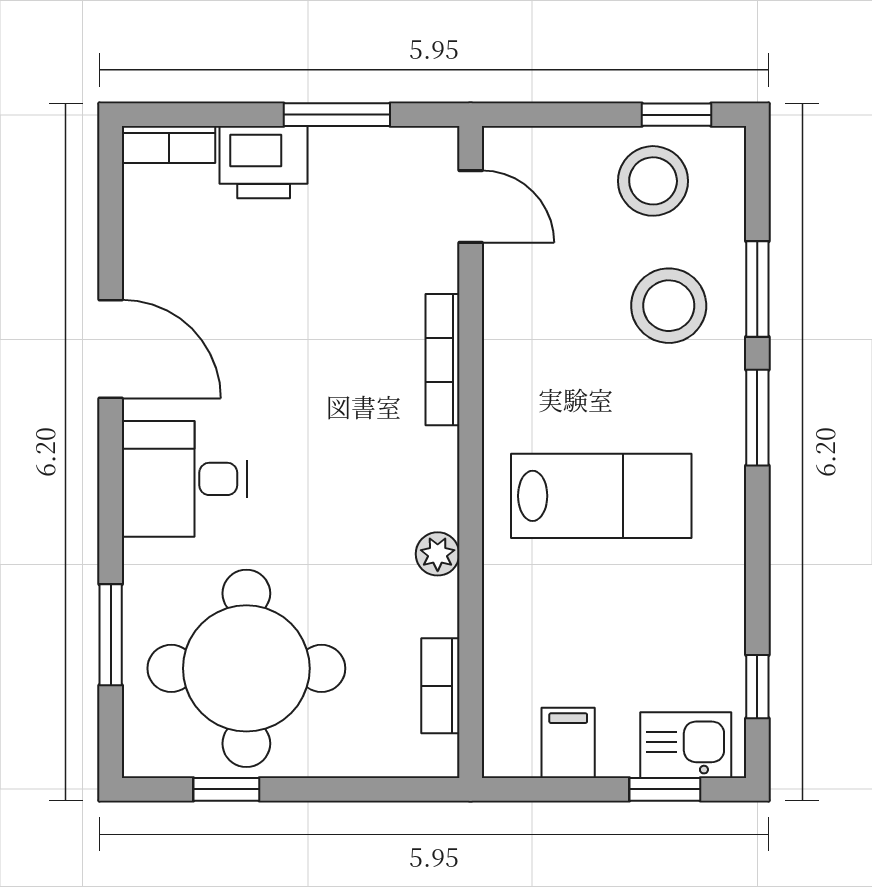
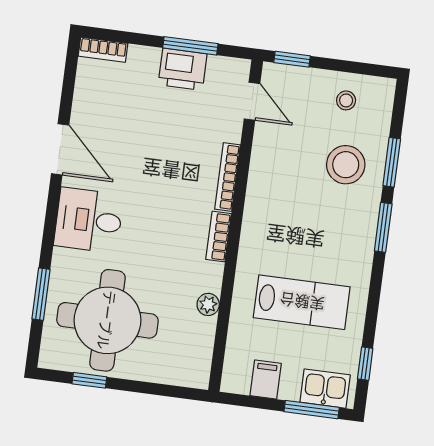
window: (676, 115) -> (292, 59), moved
printer: (264, 162) -> (183, 69), moved
stool: (653, 181) -> (346, 100), width x0.53, depth x0.53
lab bench: (601, 496) -> (302, 302), moved
plant: (438, 554) -> (208, 304), moved
bookcase: (440, 686) -> (218, 237), moved
window: (665, 789) -> (312, 410), width x1.50

